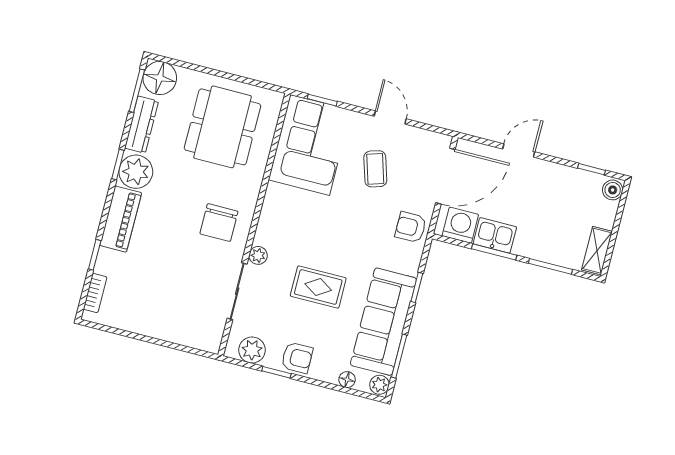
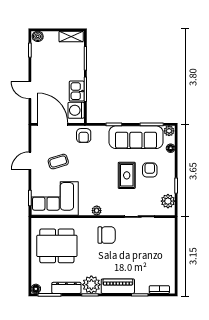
floor lamp: (160, 78) -> (36, 289), width x0.53, depth x0.53
plant: (258, 255) -> (97, 211), moved
armchair: (297, 358) -> (150, 170), moved

